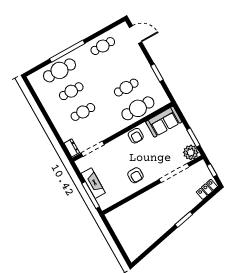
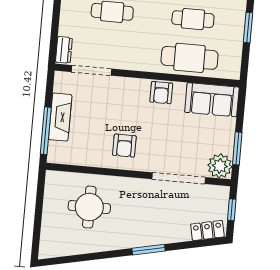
round table: (139, 218) -> (89, 207), added

